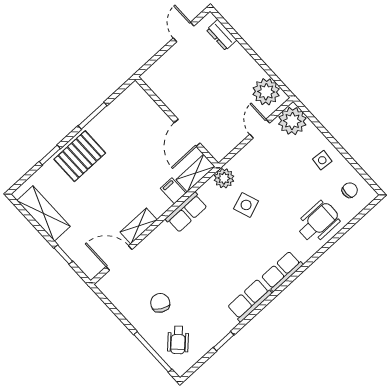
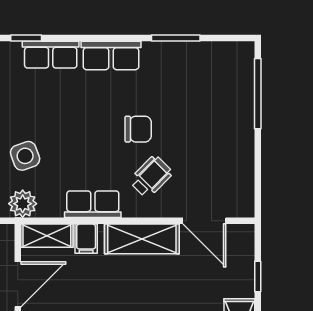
shelving: (139, 226) -> (142, 239), width x1.50, depth x1.33
window: (303, 268) -> (26, 38), added
chair: (160, 303) -> (138, 129), moved, turned -120
wheelchair: (178, 340) -> (151, 177), moved
window: (224, 341) -> (176, 38), width x1.50

